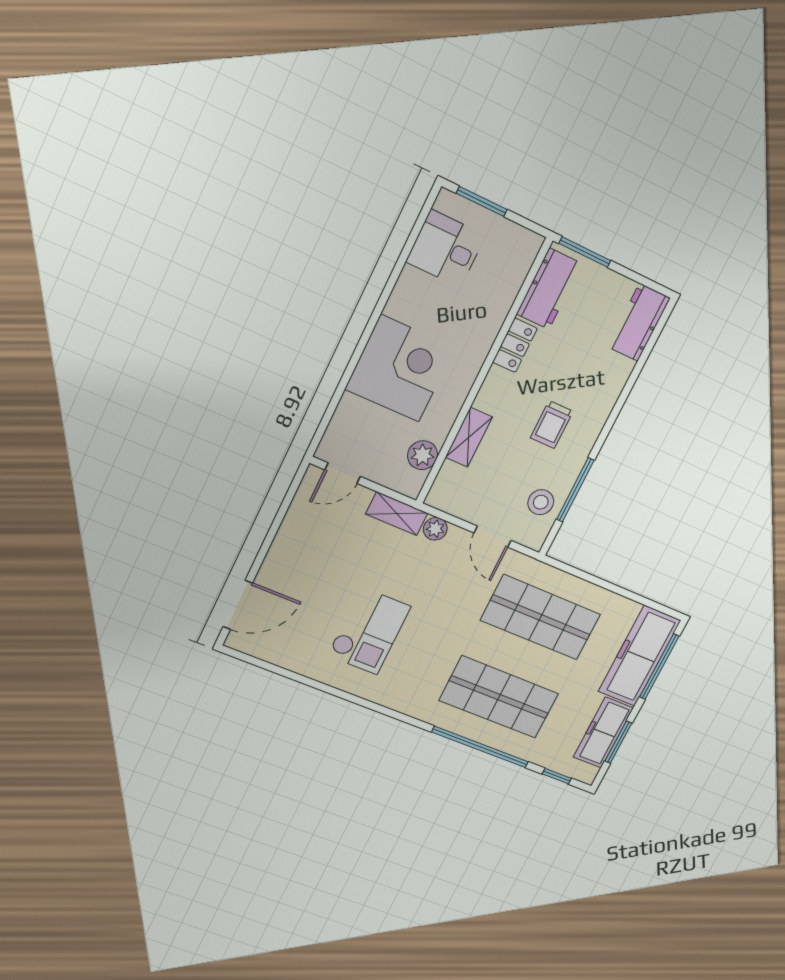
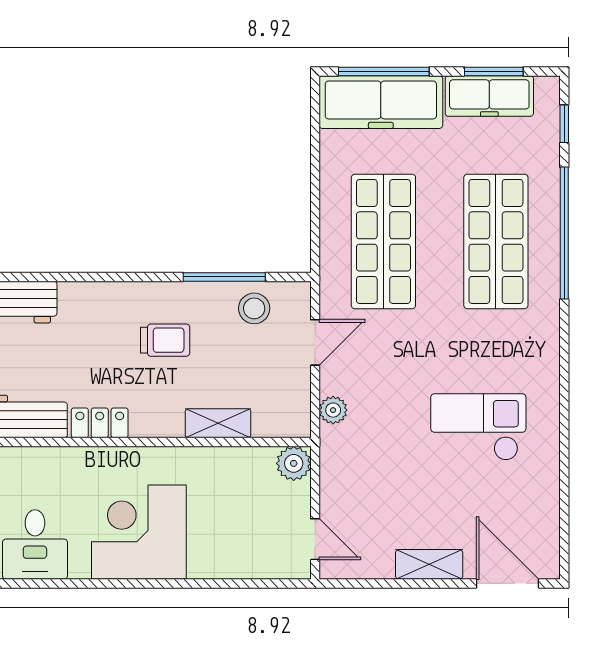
corner desk: (400, 368) -> (139, 532), moved
plant: (423, 455) -> (294, 463), moved
shelving: (397, 514) -> (429, 564), moved, turned 90

